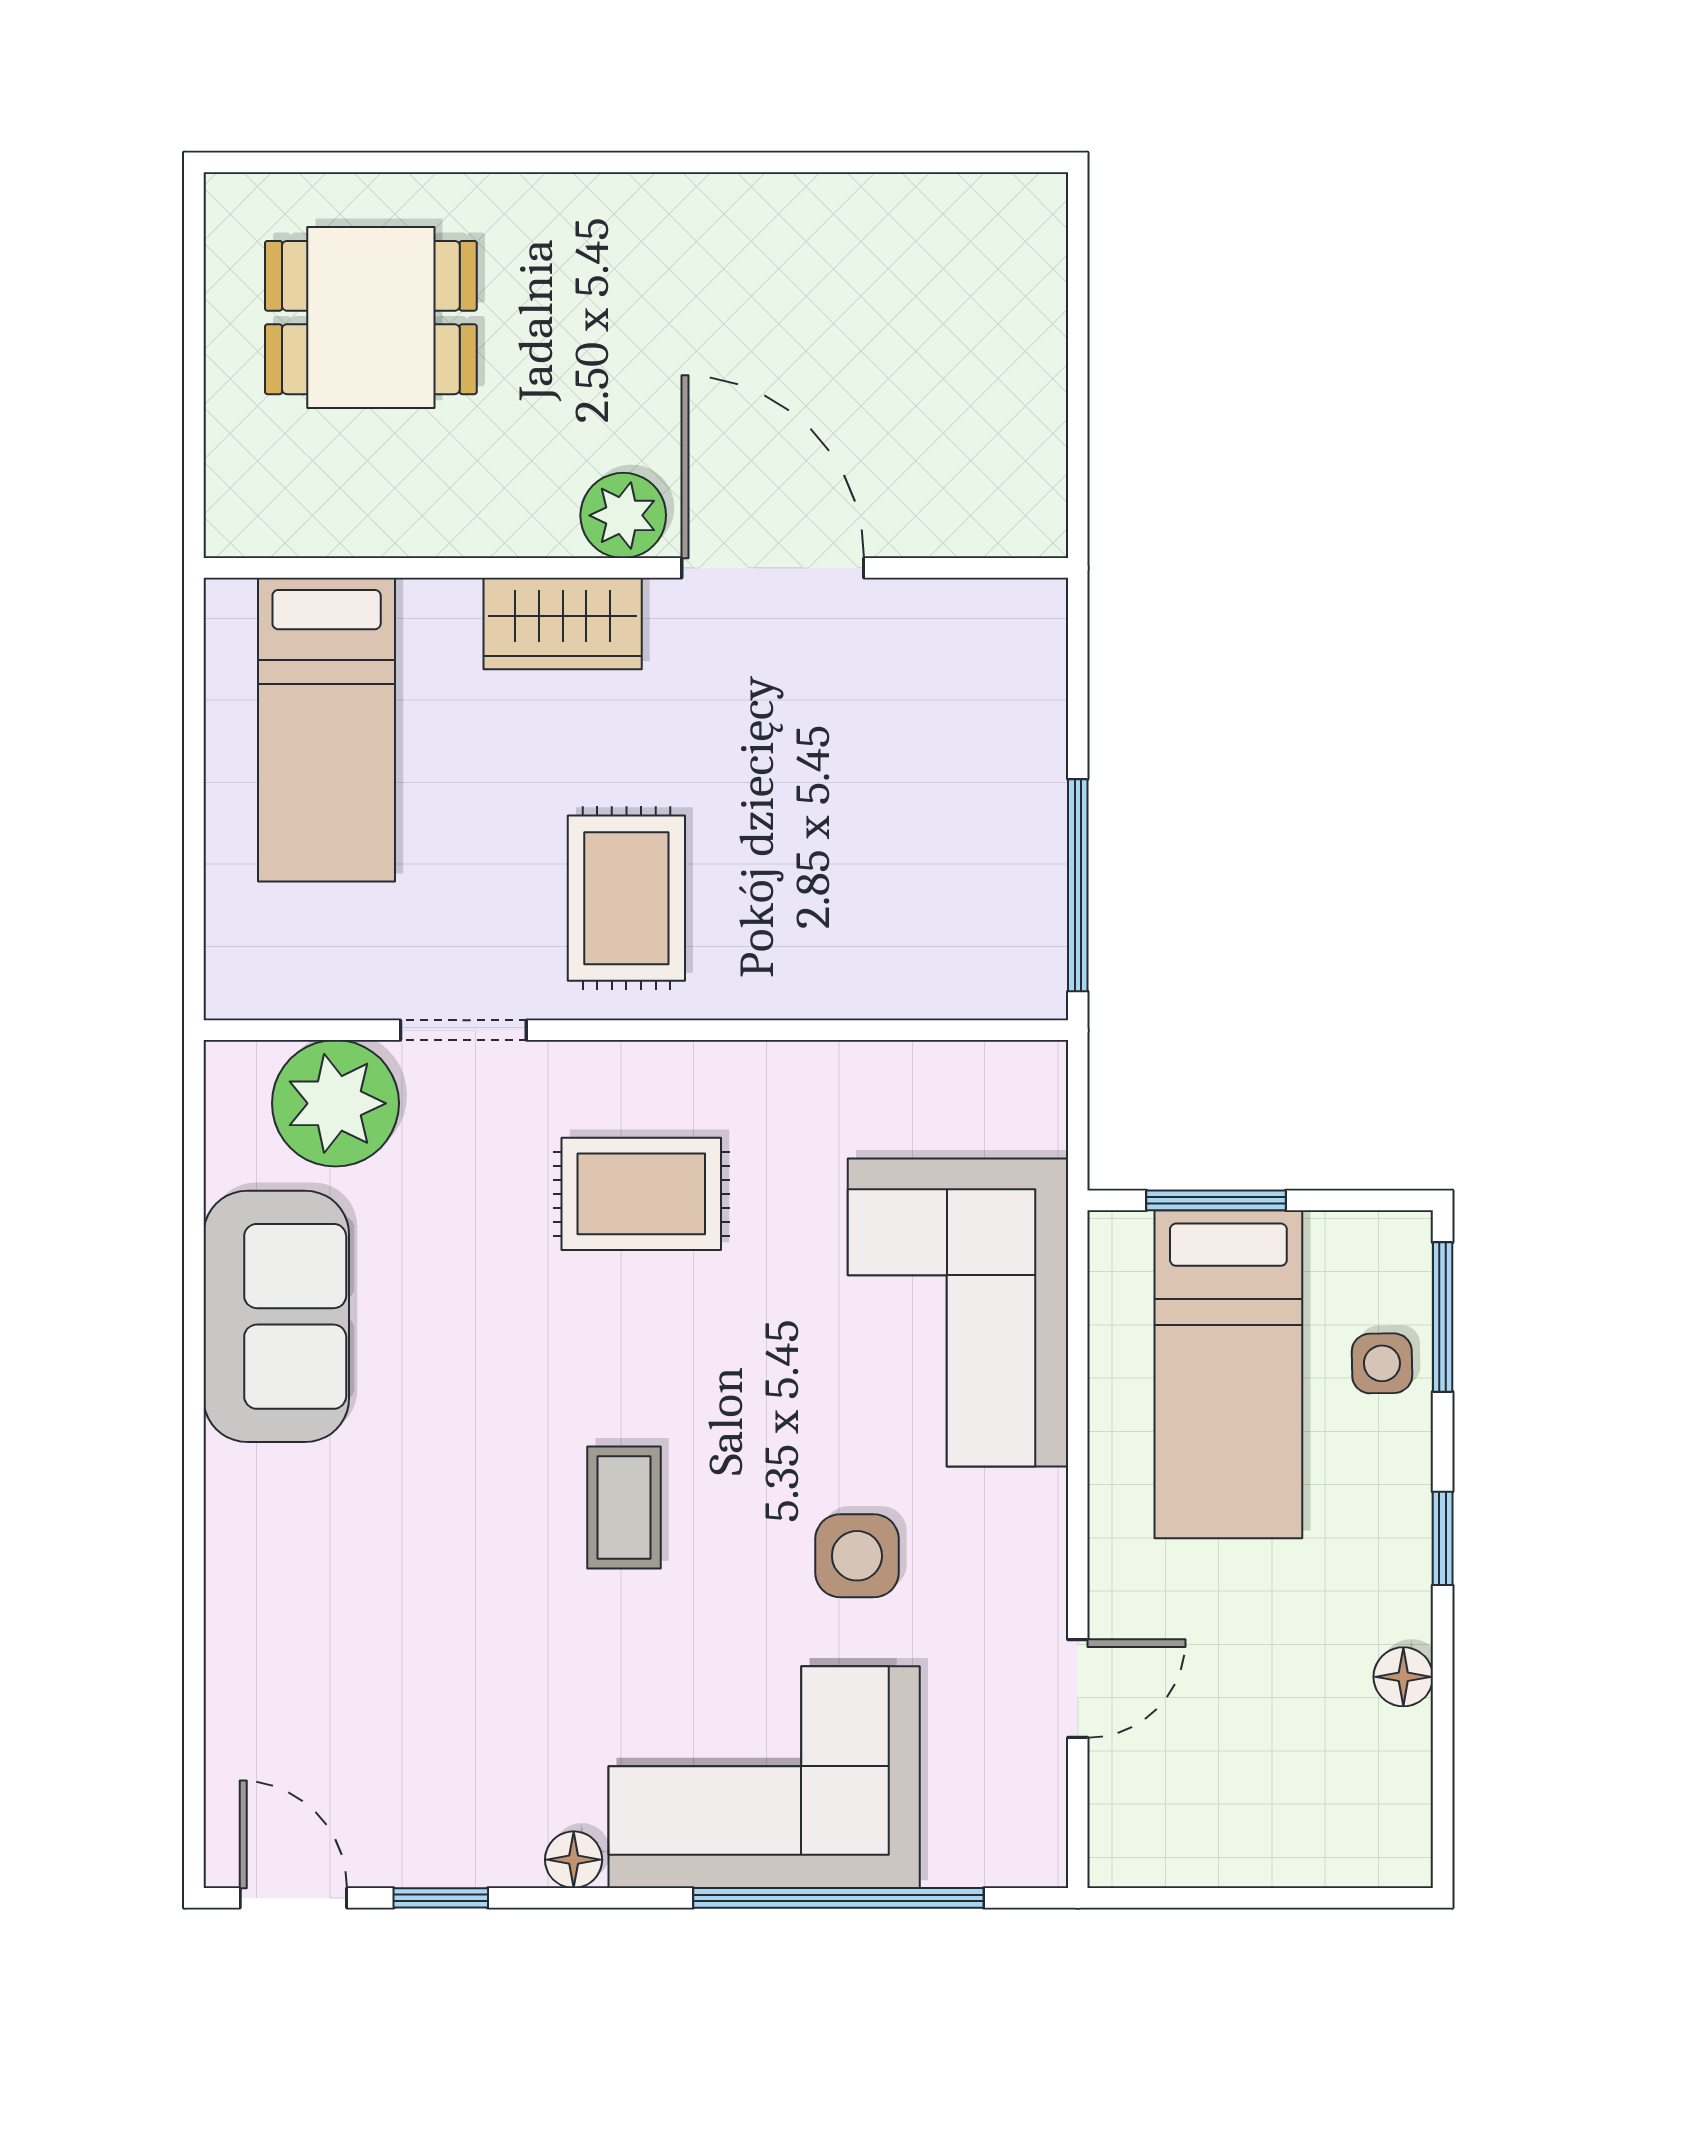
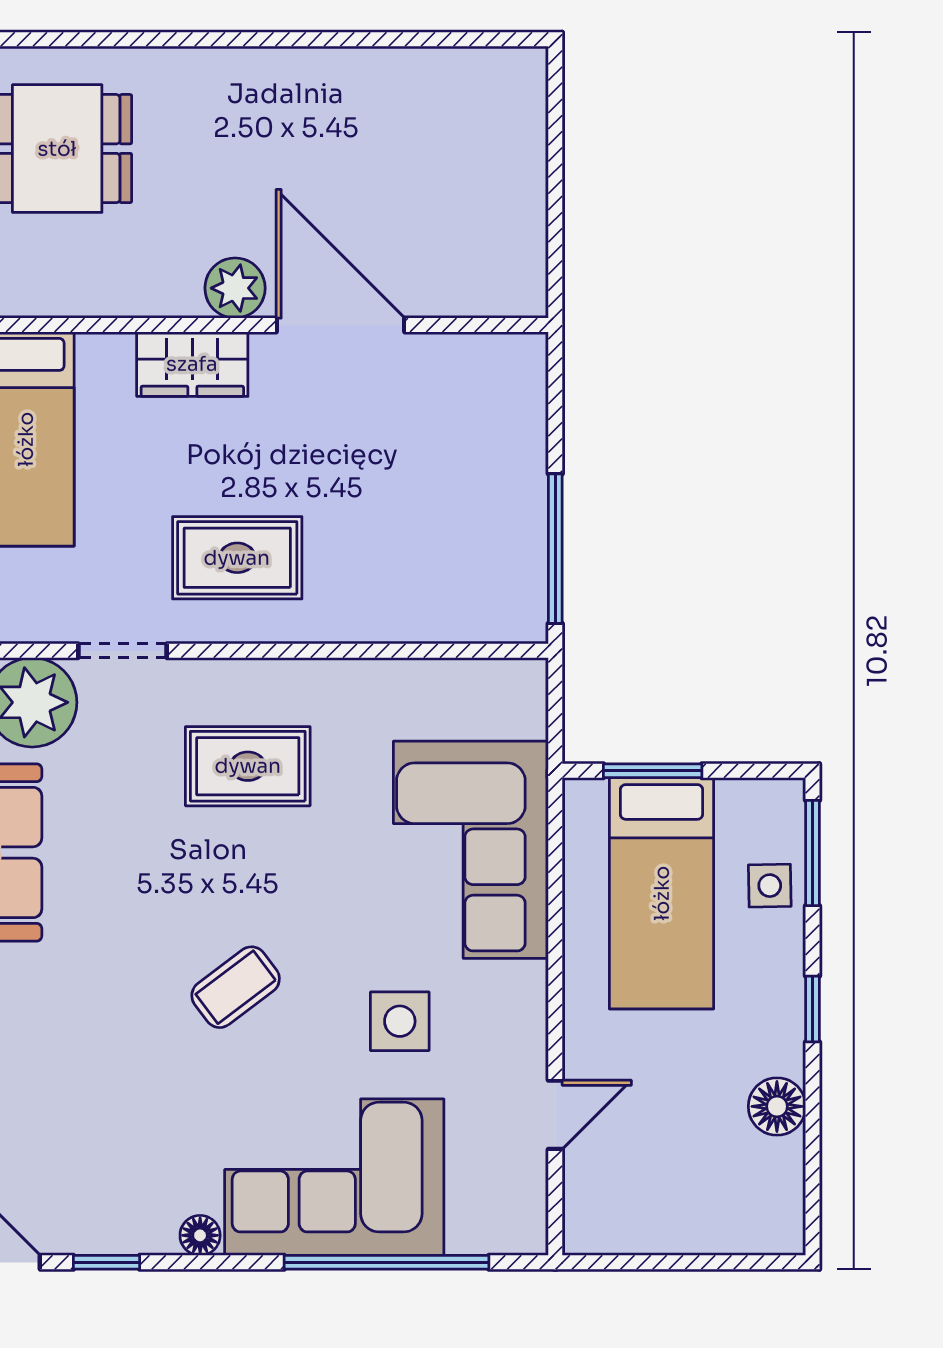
rug: (626, 898) -> (237, 558), turned 90
coffee table: (624, 1507) -> (236, 987), turned 53
floor lamp: (1403, 1677) -> (777, 1106), width x1.37, depth x1.37

